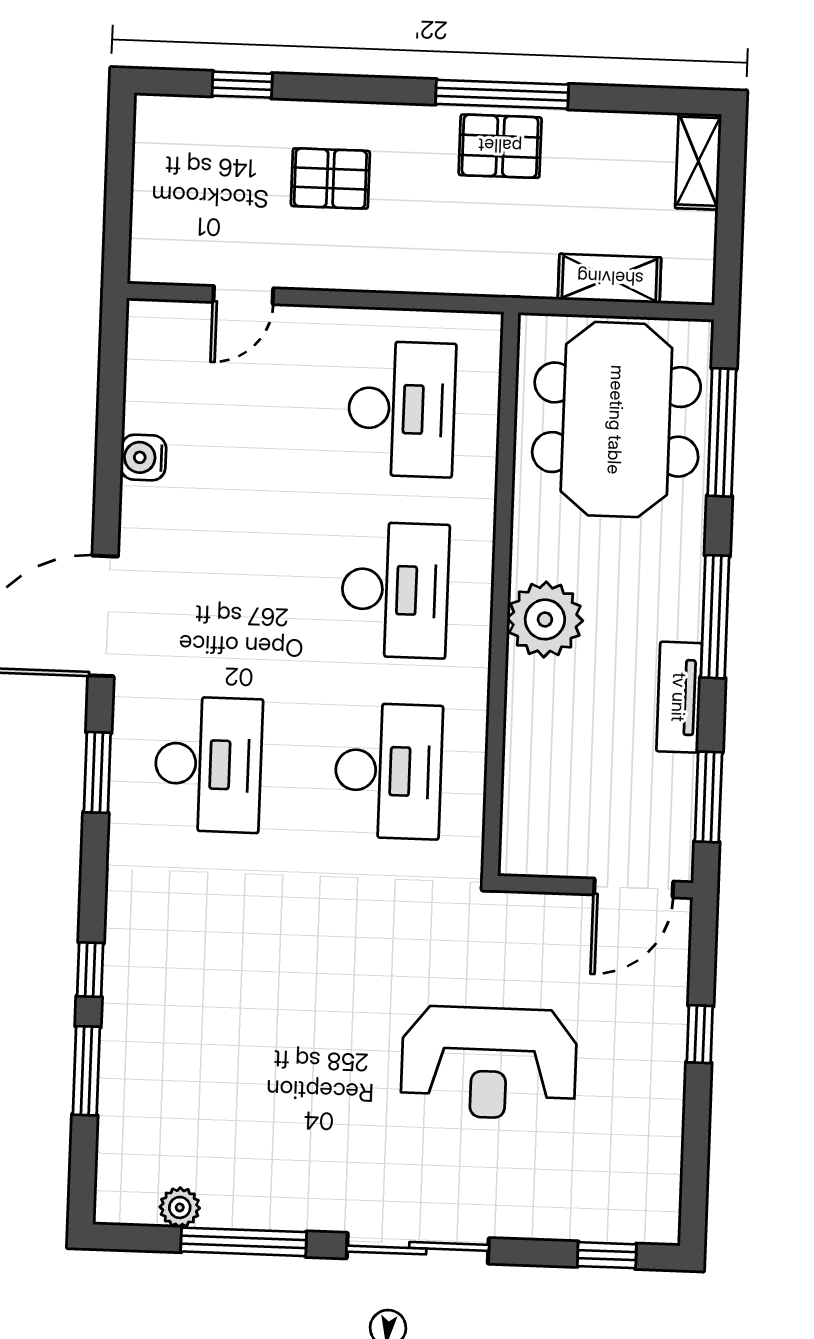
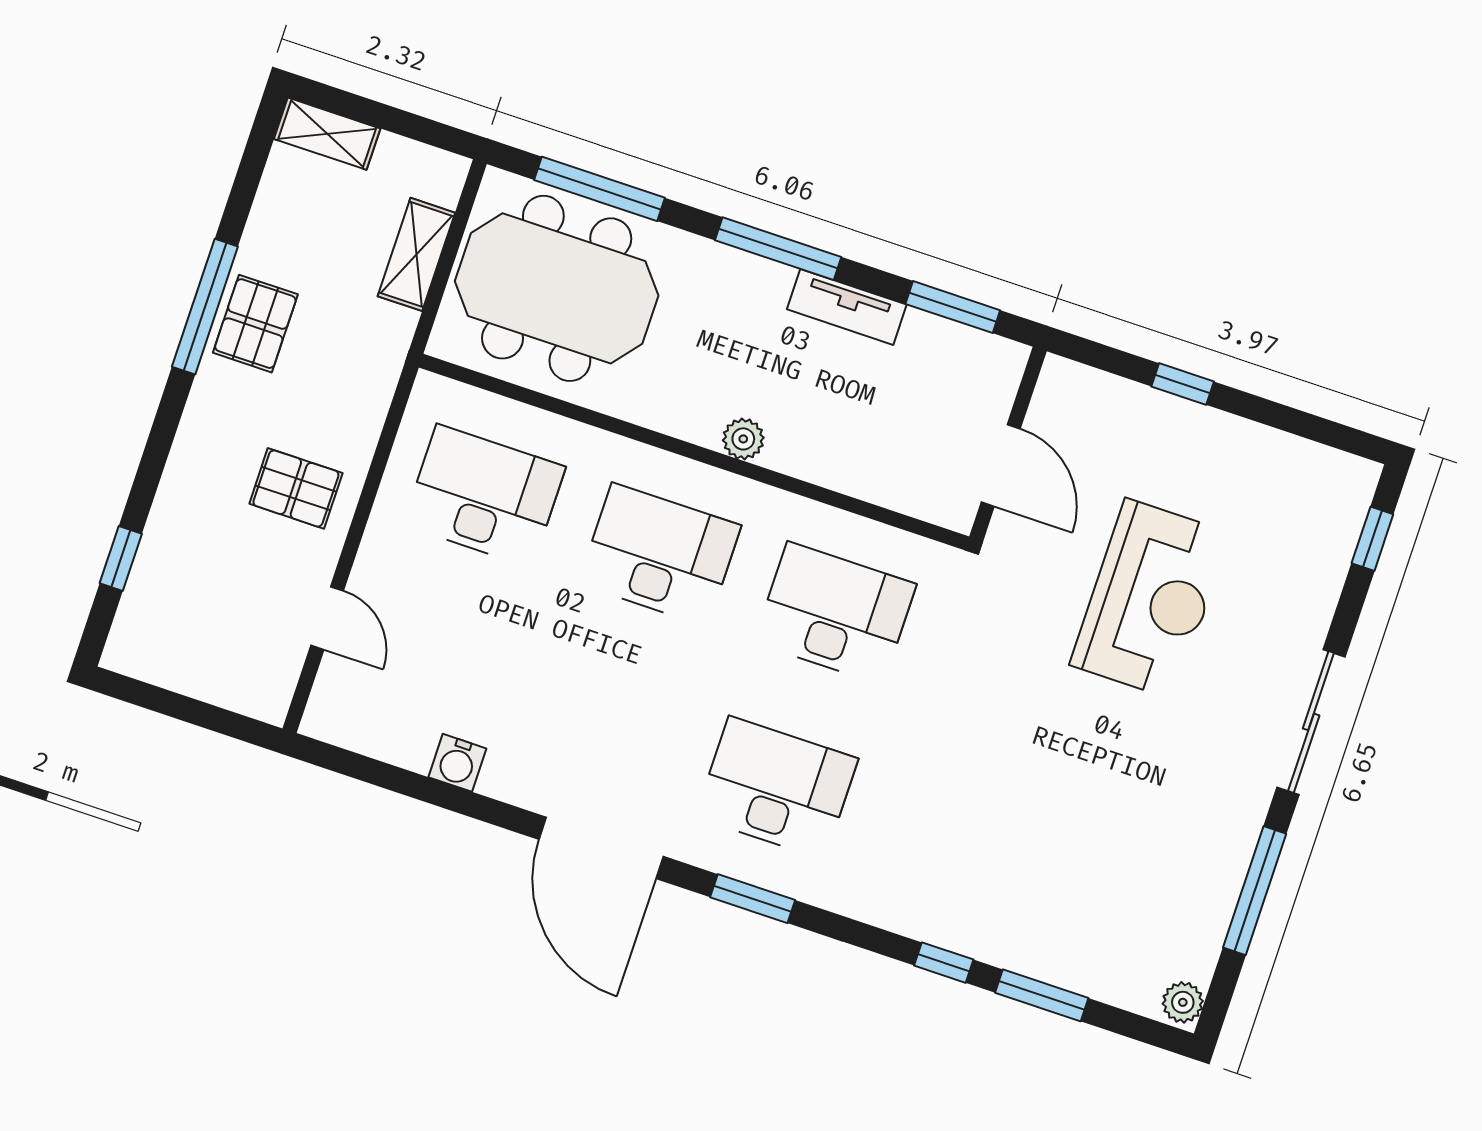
pallet: (330, 178) -> (296, 488), moved, turned 90
plant: (545, 619) -> (743, 439), width x0.53, depth x0.53
door: (634, 888) -> (1001, 465), moved
plant: (180, 1207) -> (1183, 1002), moved

